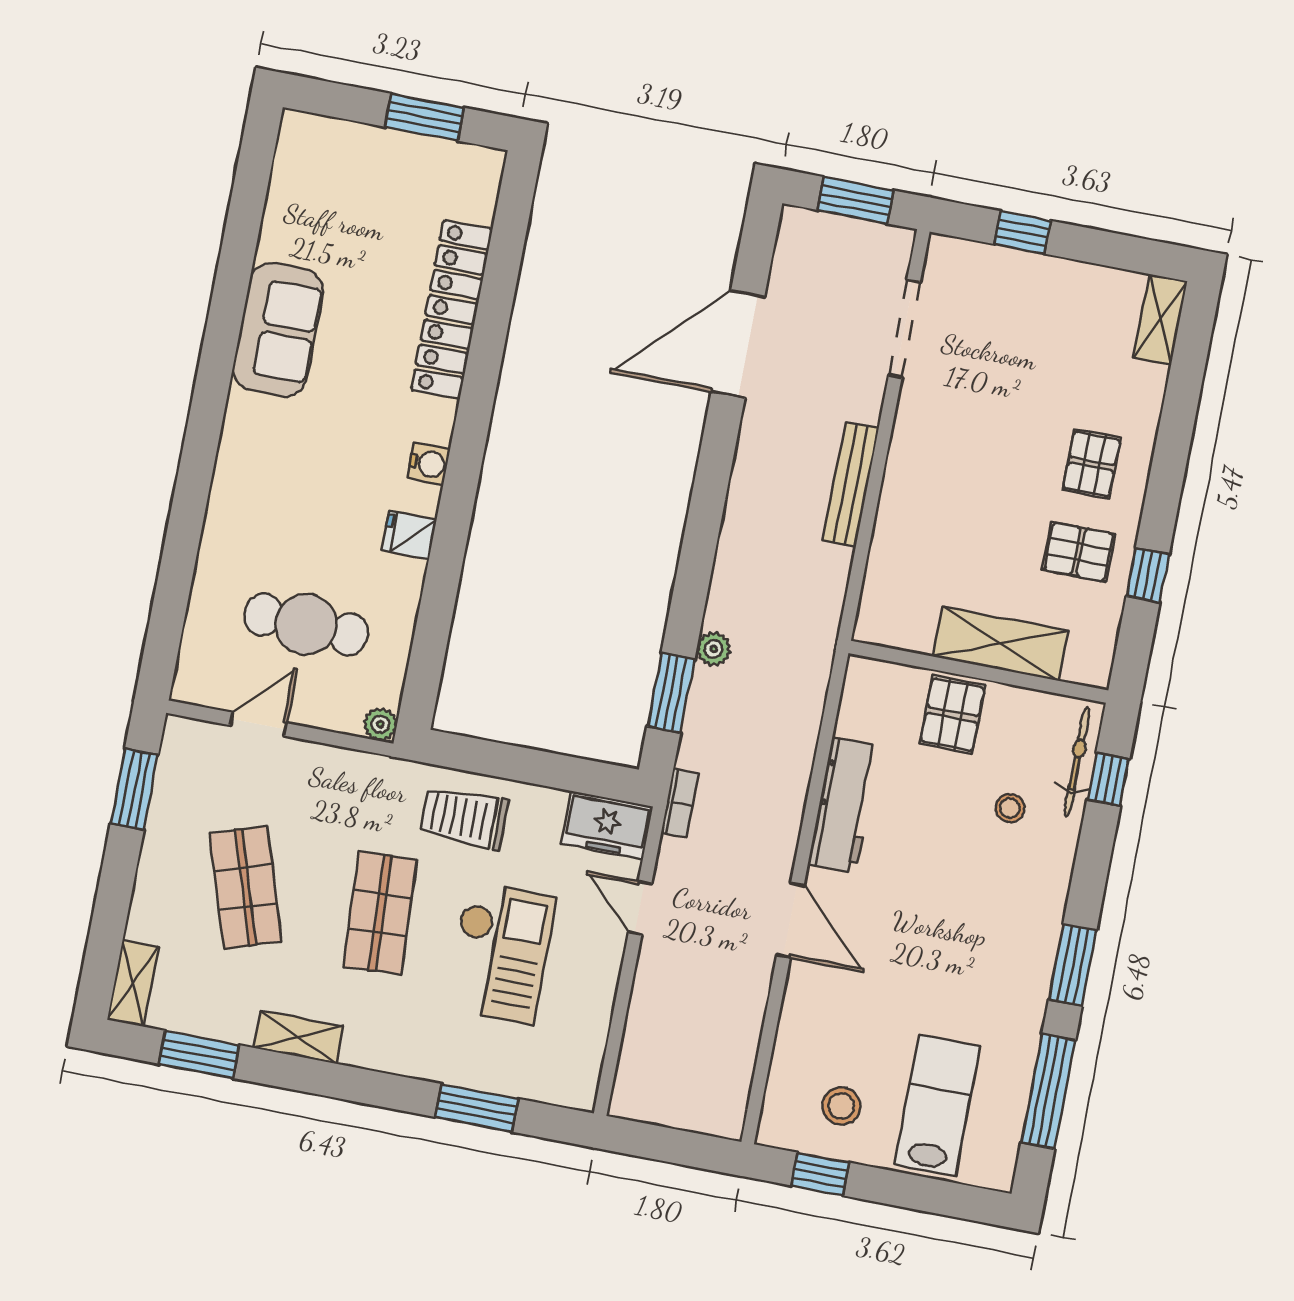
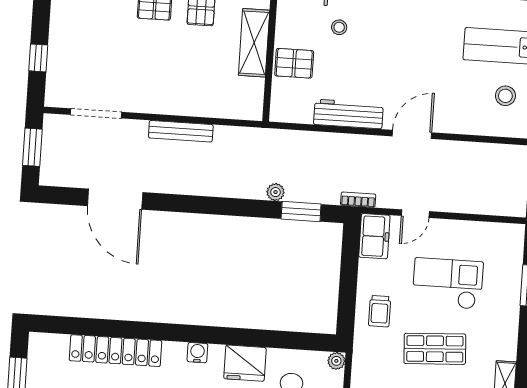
fridge: (409, 535) -> (245, 363), width x1.88, depth x1.34
trolley: (464, 818) -> (380, 311), width x0.73, depth x0.72

